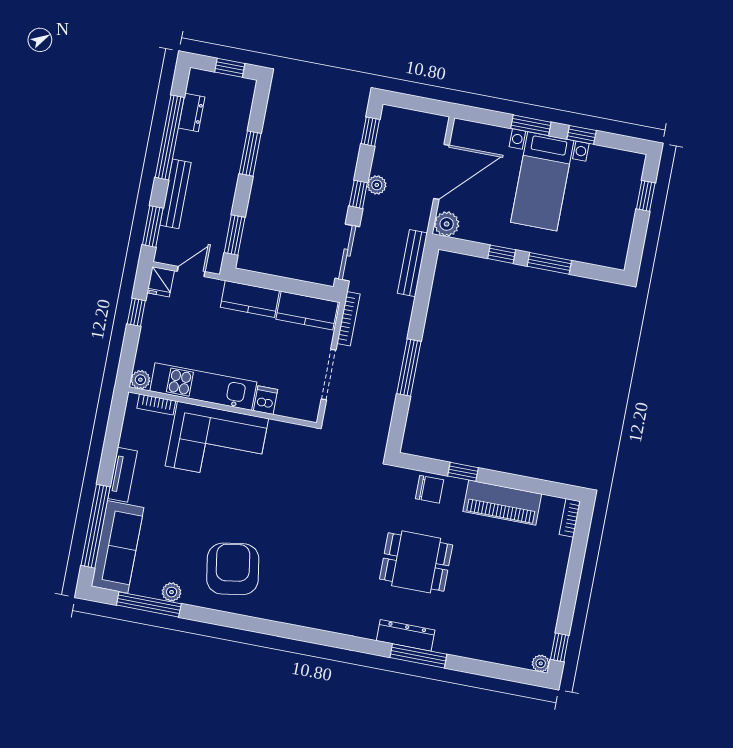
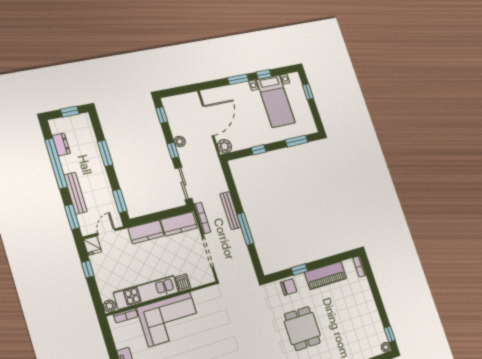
bed with nightstands: (542, 181) -> (276, 101), moved
bench: (412, 263) -> (230, 211), moved
window: (549, 263) -> (297, 141), moved
dining table: (416, 562) -> (302, 328), turned 90

